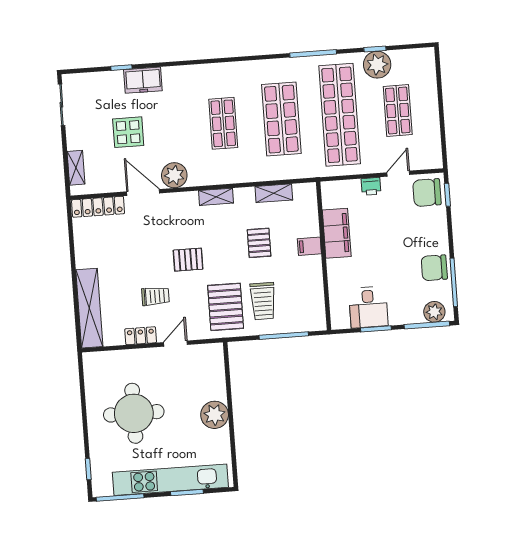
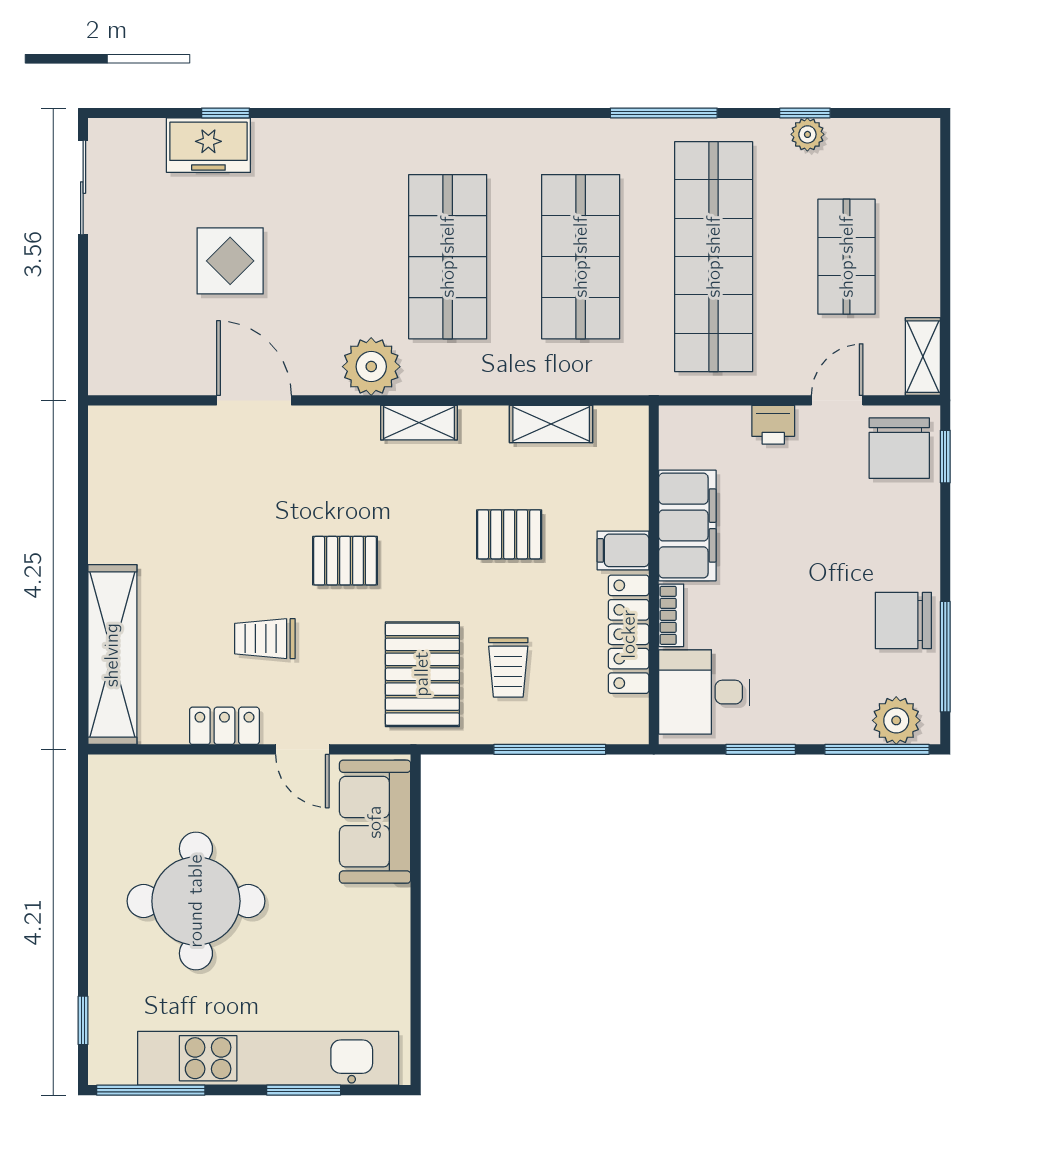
plant: (377, 65) -> (807, 134), width x0.53, depth x0.53
freezer: (143, 80) -> (208, 145), moved
shop shelf: (223, 123) -> (448, 257), width x1.43, depth x1.36
shelving: (76, 168) -> (923, 357), moved
plant: (174, 175) -> (371, 367), moved
chair: (427, 193) -> (899, 448), turned -90
locker: (98, 207) -> (629, 634), moved, turned 90
pallet: (259, 243) -> (509, 534), turned 90
bookcase: (333, 273) -> (671, 615), added
trolley: (156, 296) -> (265, 639), turned 180
trolley: (263, 301) -> (508, 667), width x0.73, depth x0.72
desk: (368, 307) -> (704, 692), moved, turned 90
door: (175, 344) -> (302, 749), swing flipped
sofa: (210, 373) -> (375, 822), added
plant: (215, 415) -> (379, 918), removed

